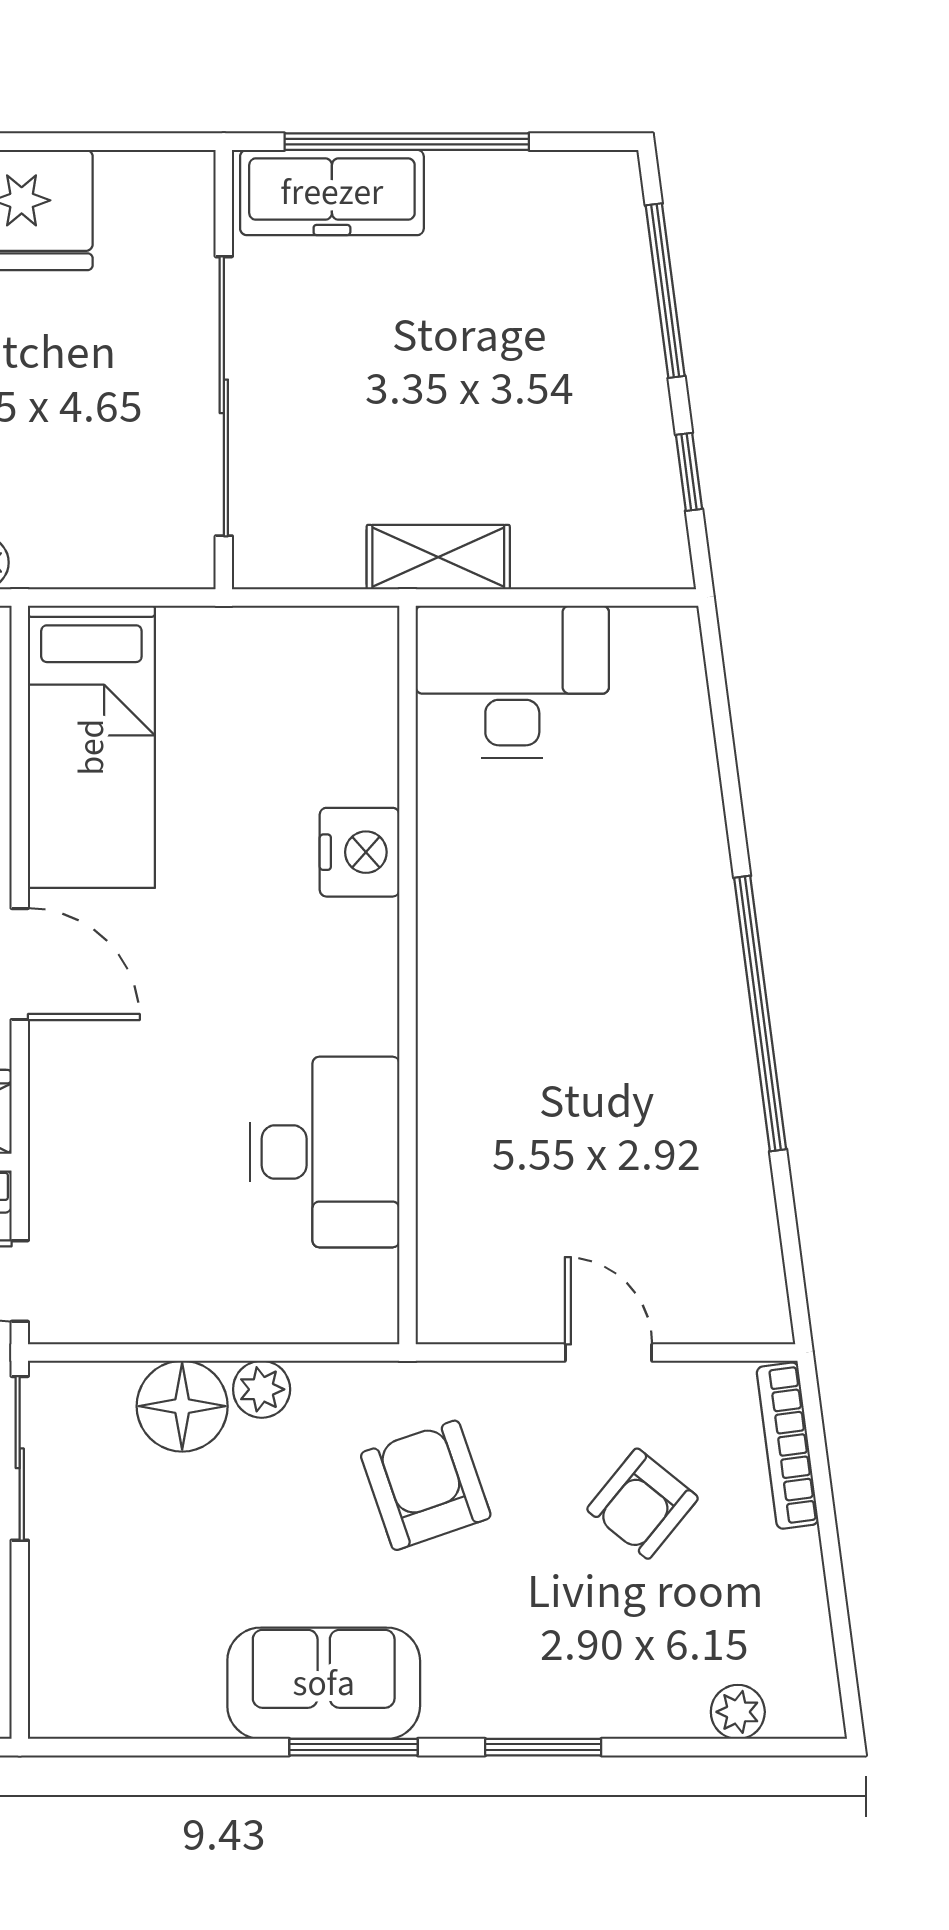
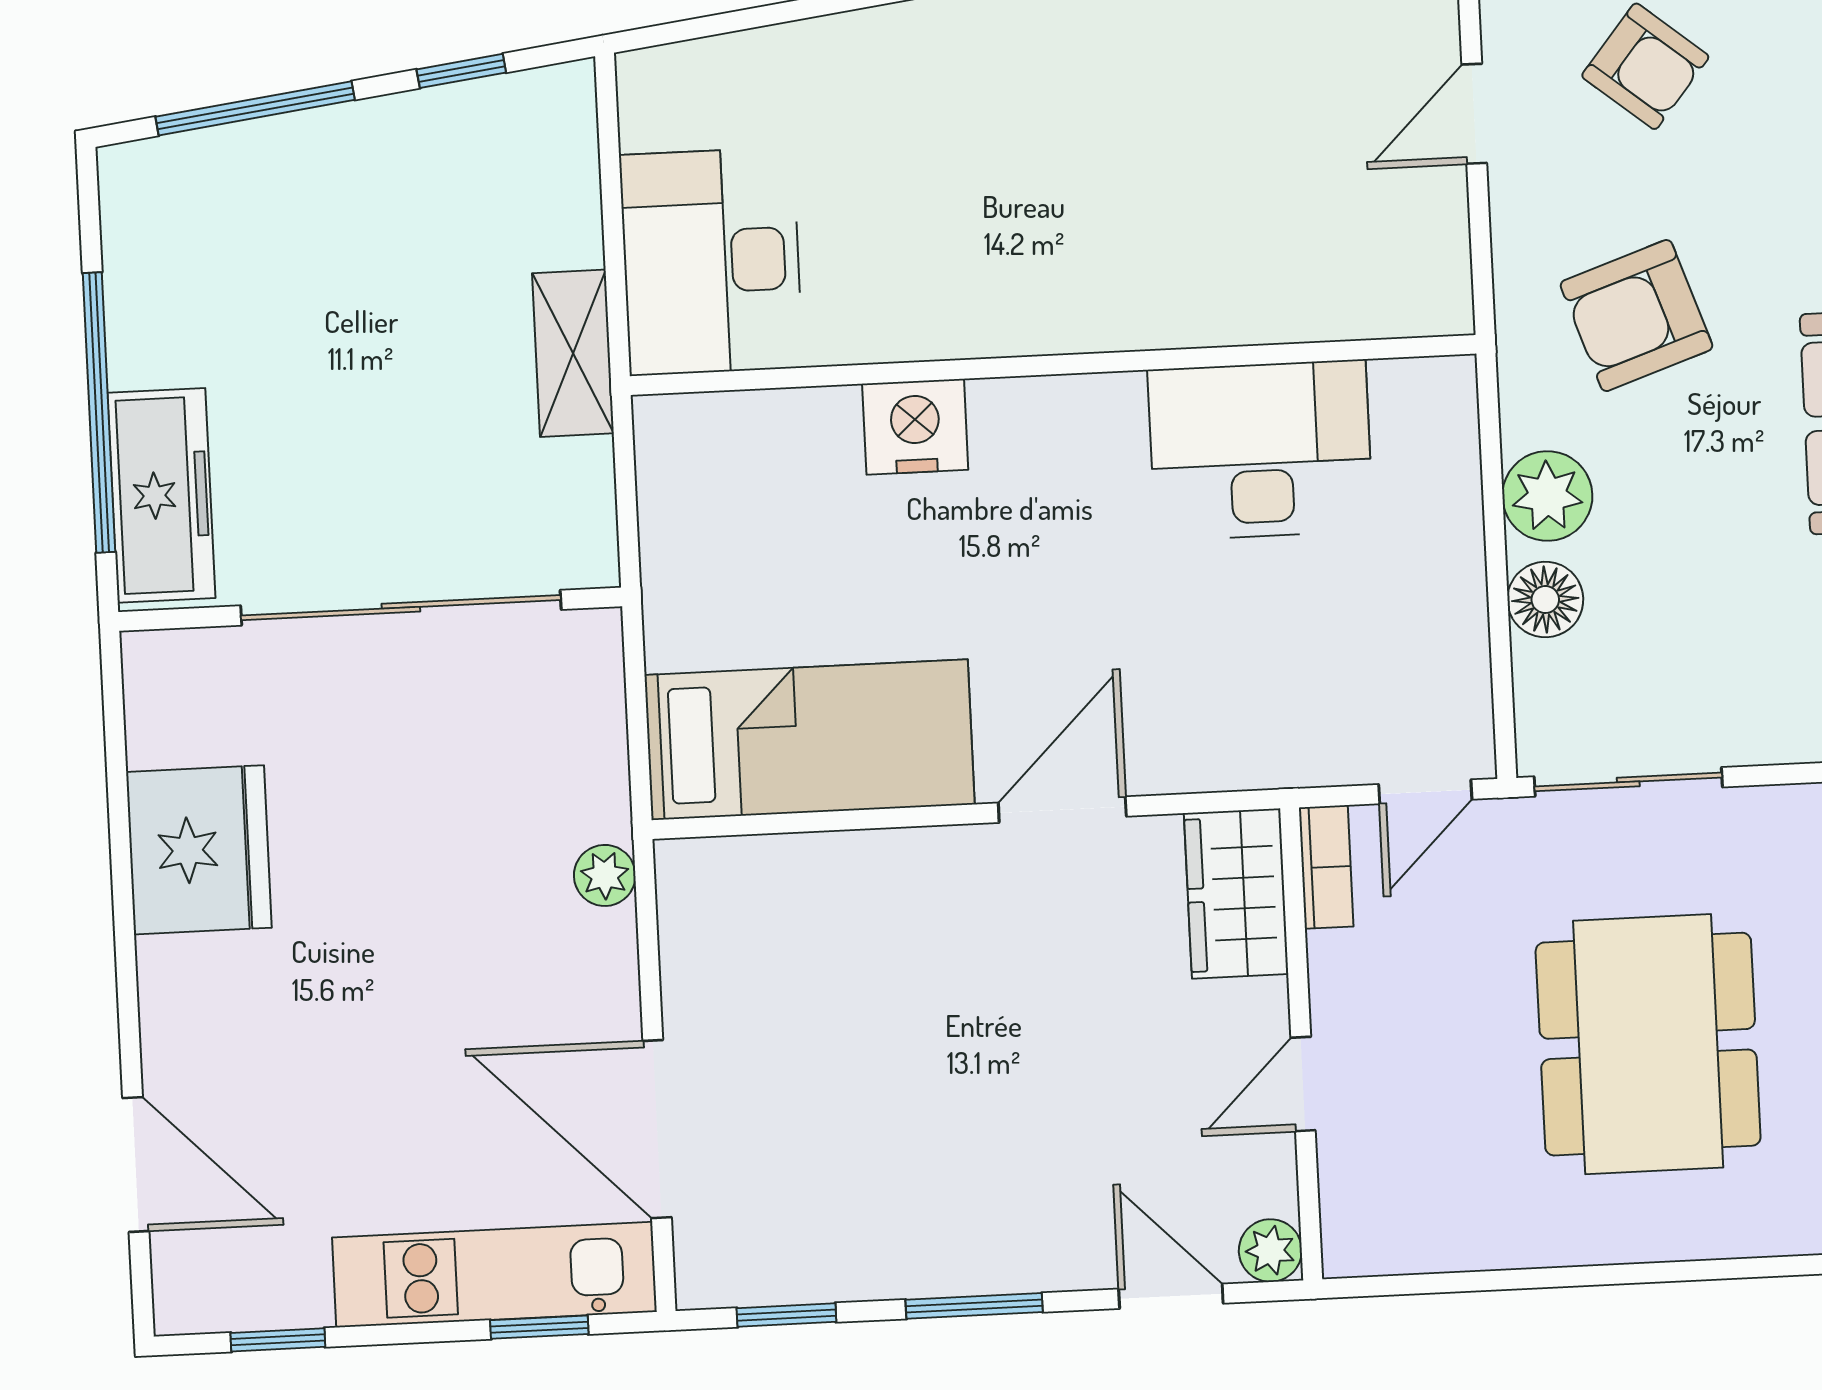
plant: (262, 1389) -> (1547, 496), width x1.38, depth x1.38
floor lamp: (182, 1406) -> (1545, 600), width x0.73, depth x0.73

